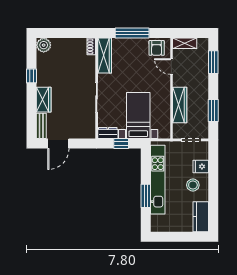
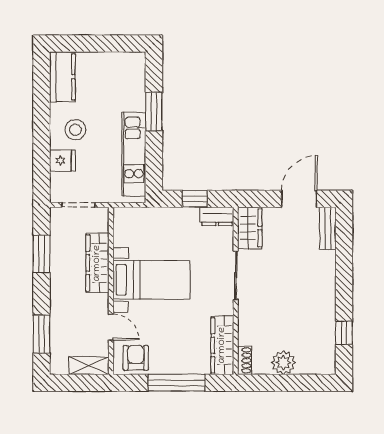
plant: (44, 45) -> (283, 363), moved
window: (32, 76) -> (344, 333), moved
wardrobe: (44, 100) -> (250, 228), moved, turned 180
bed with nightstands: (138, 116) -> (151, 280), moved, turned -90
kitchen unit: (158, 180) -> (134, 154), width x0.73

